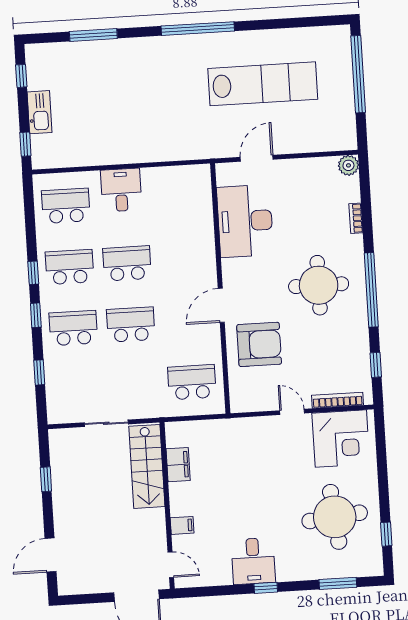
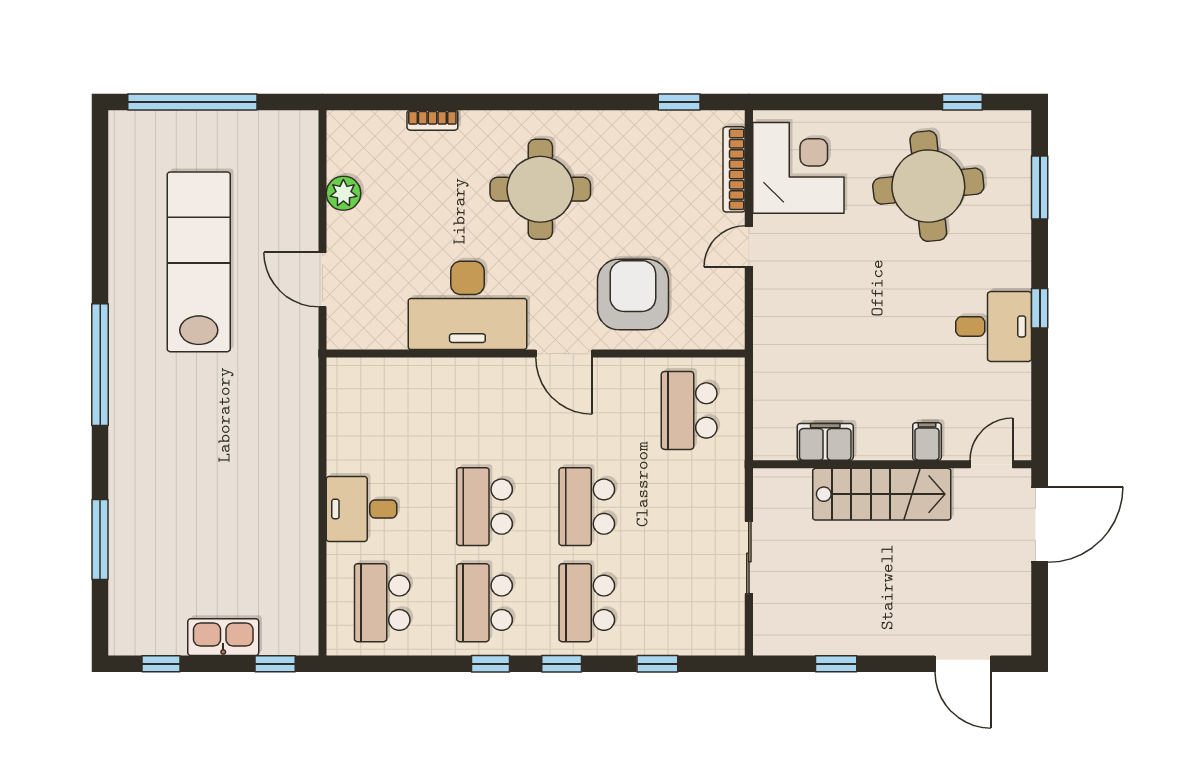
plant: (348, 165) -> (343, 193), moved
desk: (245, 221) -> (467, 305), moved
window: (371, 290) -> (553, 102), removed
stairs: (147, 466) -> (882, 494), moved

